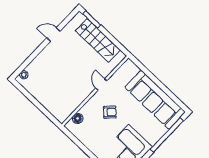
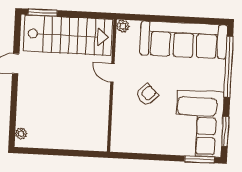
stairs: (98, 40) -> (68, 35), width x1.36, depth x1.51
plant: (129, 64) -> (123, 26), added
floor lamp: (78, 118) -> (118, 131), removed

